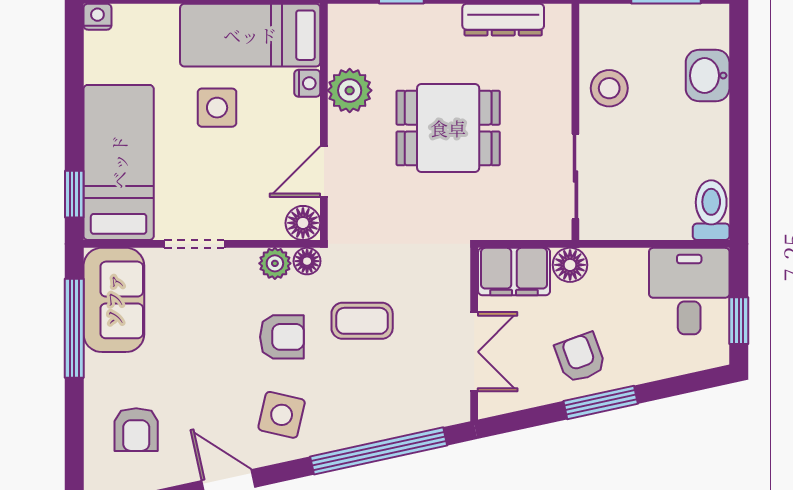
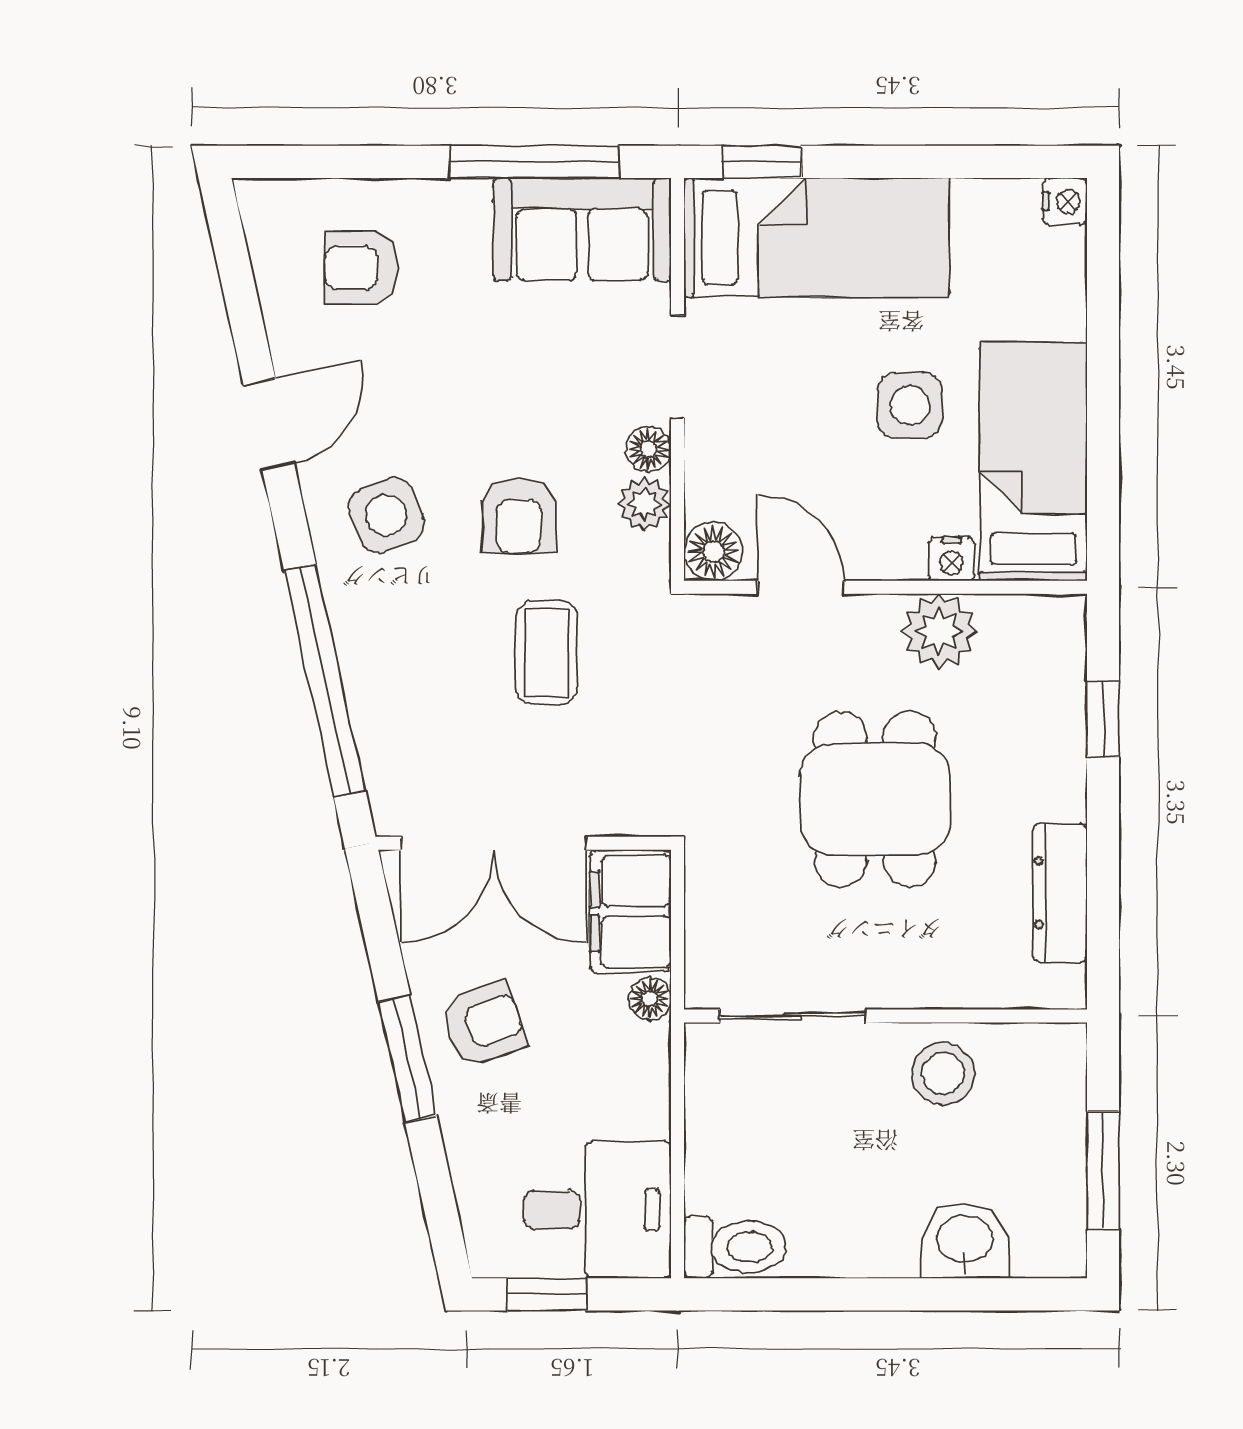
floor lamp: (307, 261) -> (648, 449), moved
floor lamp: (570, 265) -> (650, 999), width x0.73, depth x0.73
double door: (474, 352) -> (494, 843), width x1.37
side table: (282, 415) -> (386, 515), turned -35

